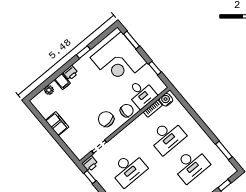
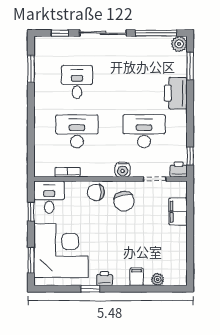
printer: (71, 73) -> (104, 279), moved
desk: (141, 94) -> (49, 197), moved
water cooler: (166, 100) -> (123, 170), moved
filing cabinet: (57, 124) -> (178, 212), moved
desk: (191, 165) -> (77, 82), width x0.73

